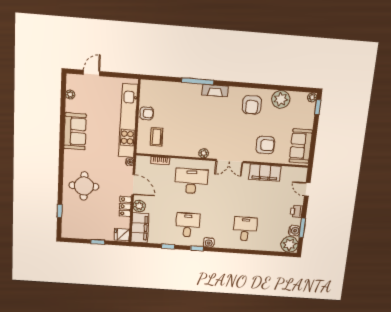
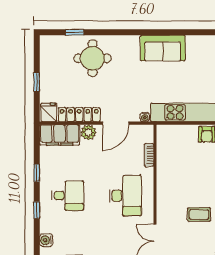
sofa: (75, 131) -> (163, 48), moved
coffee table: (156, 137) -> (199, 214), moved
plant: (204, 153) -> (162, 208), removed
round table: (84, 186) -> (93, 58), moved
locker: (125, 206) -> (79, 115), width x1.53
water cooler: (209, 242) -> (46, 240), moved

